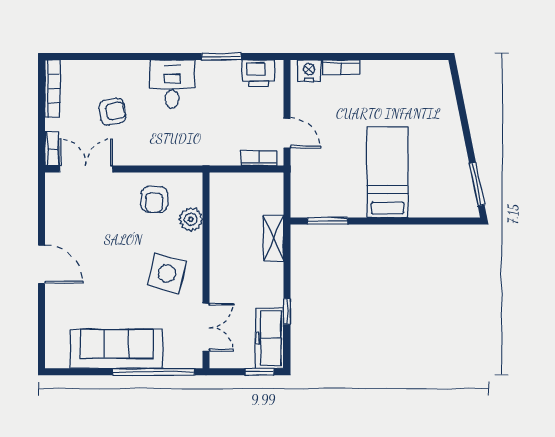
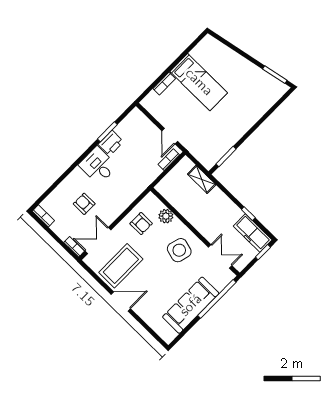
nightstand: (309, 71) -> (152, 99), removed
printer: (259, 73) -> (111, 143), moved
bookcase: (52, 89) -> (43, 216), width x0.64
armchair: (112, 112) -> (84, 204), turned -79
door: (287, 133) -> (170, 136), swing flipped
bed: (388, 172) -> (199, 82), moved, turned 180
coffee table: (83, 224) -> (121, 266), added
shelving: (274, 238) -> (202, 179), moved

